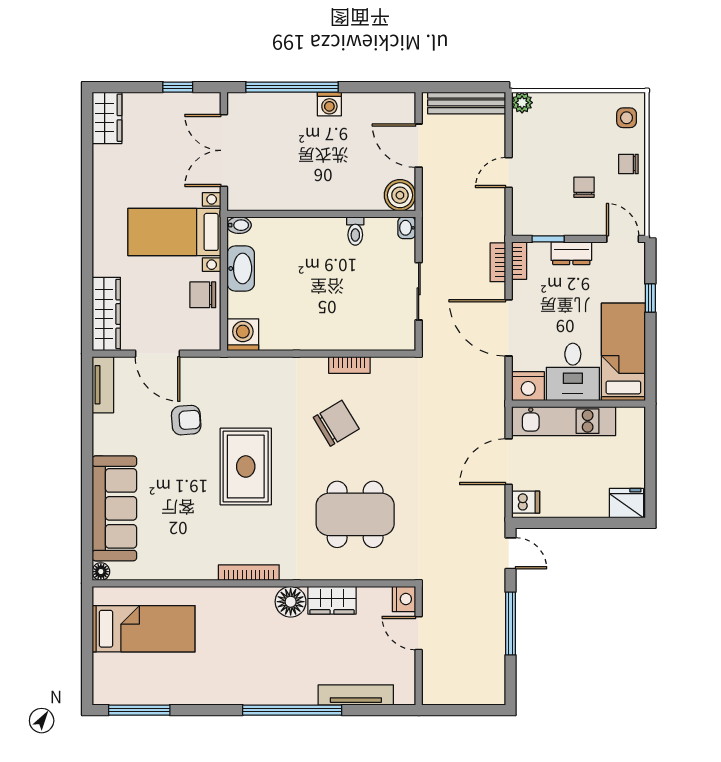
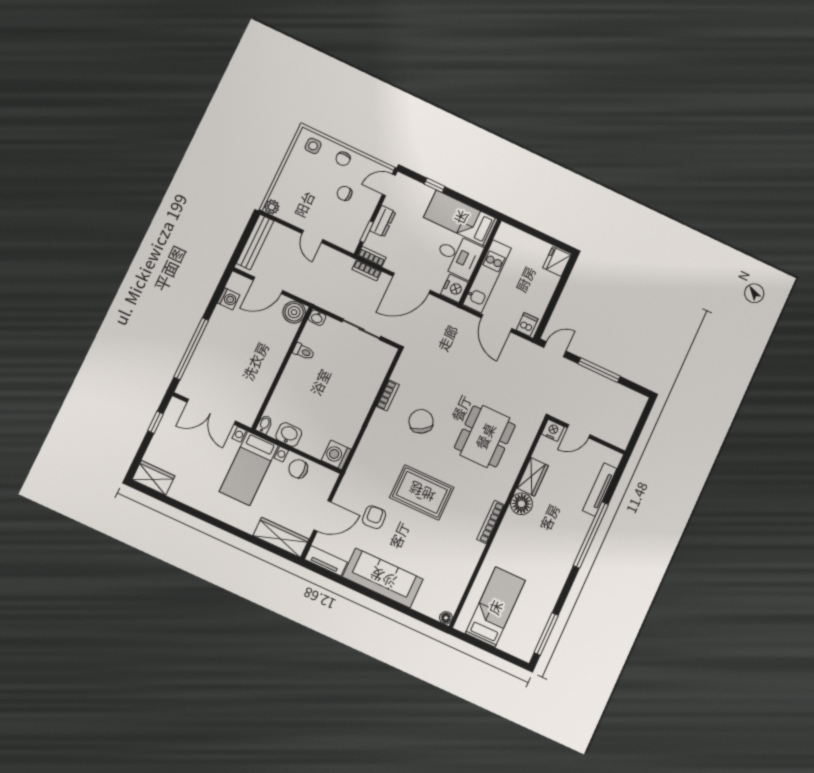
washing machine: (329, 104) -> (229, 299), moved
washbasin: (241, 269) -> (289, 435), width x0.72
chair: (203, 295) -> (298, 469), turned 90
sofa: (114, 508) -> (383, 578), moved

